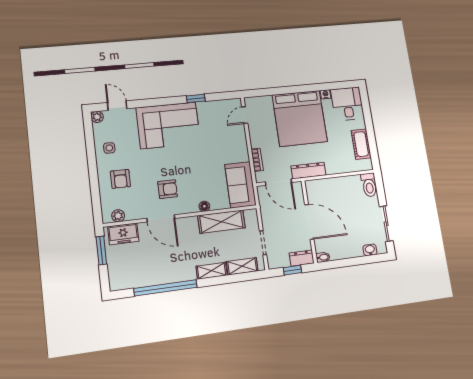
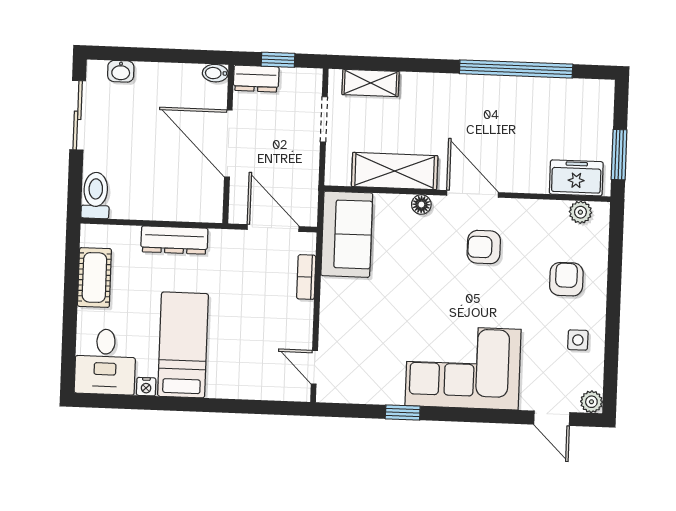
door: (245, 115) -> (314, 367), swing flipped
bed: (300, 118) -> (183, 345), width x0.49
dresser: (308, 171) -> (174, 240), moved
door: (161, 218) -> (473, 194), moved
shelving: (212, 271) -> (428, 85), removed

